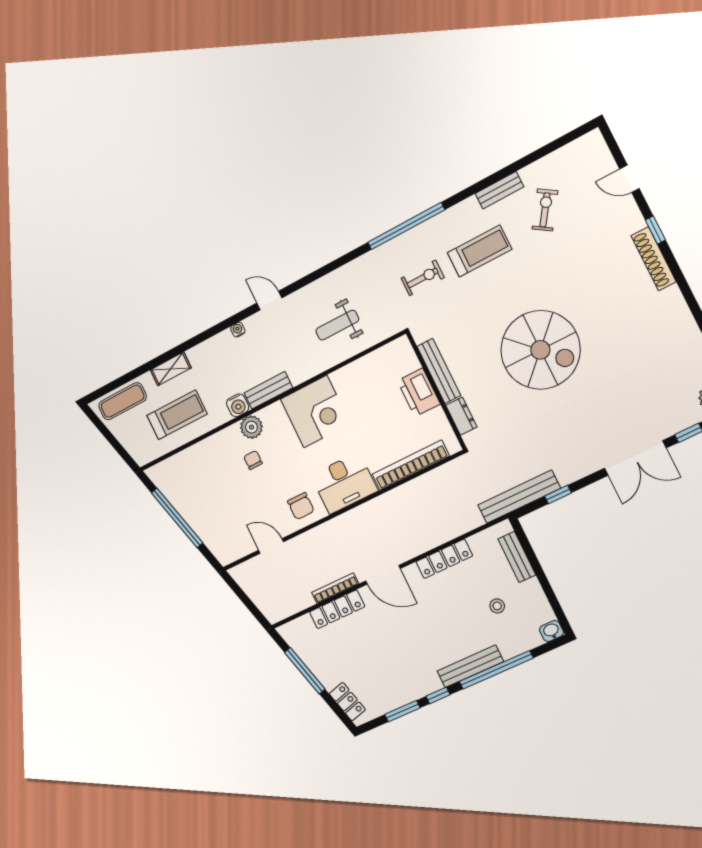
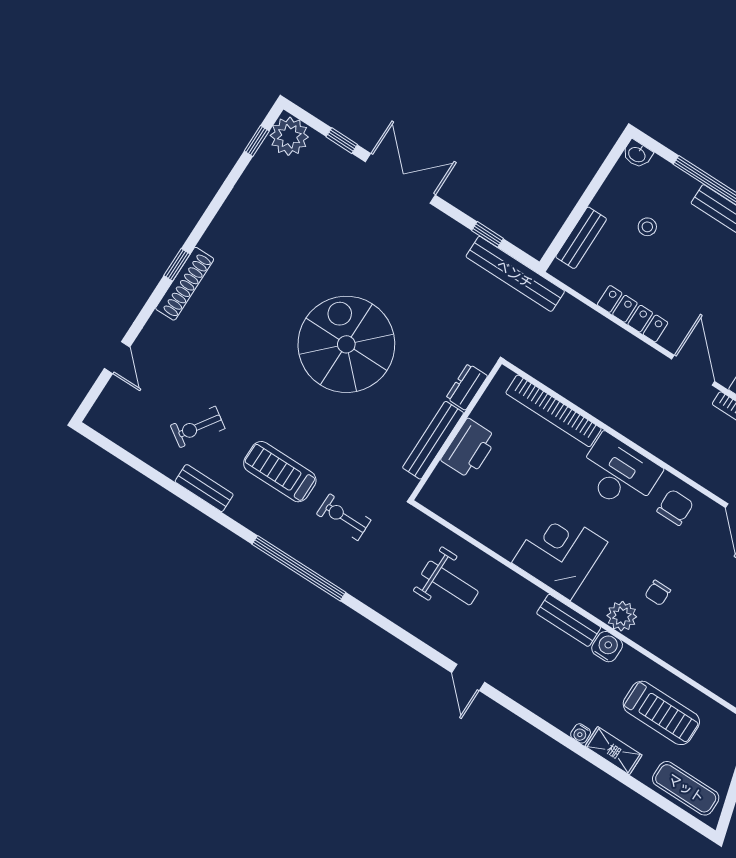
window: (655, 230) -> (177, 265), moved
water cooler: (238, 330) -> (581, 733), moved
treadmill: (177, 415) -> (661, 713), turned 180

